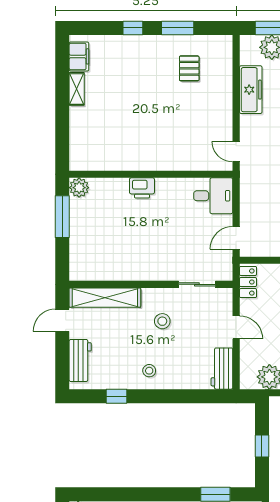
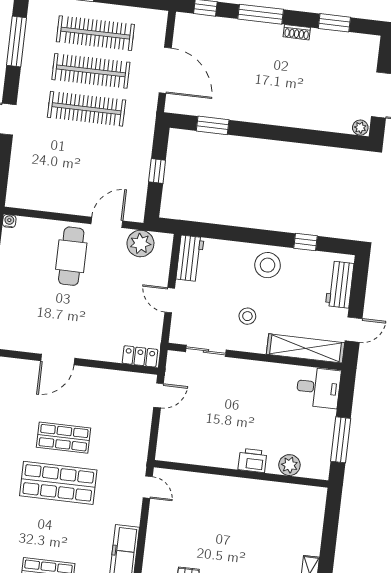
plant: (79, 188) -> (289, 465), moved
desk: (213, 196) -> (318, 388), moved, turned 180
locker: (248, 282) -> (140, 356), moved, turned 90
stool: (149, 371) -> (268, 265), width x1.89, depth x1.89

